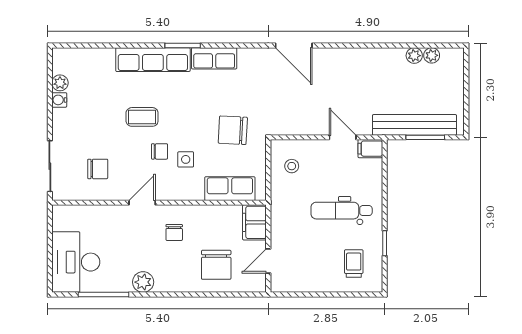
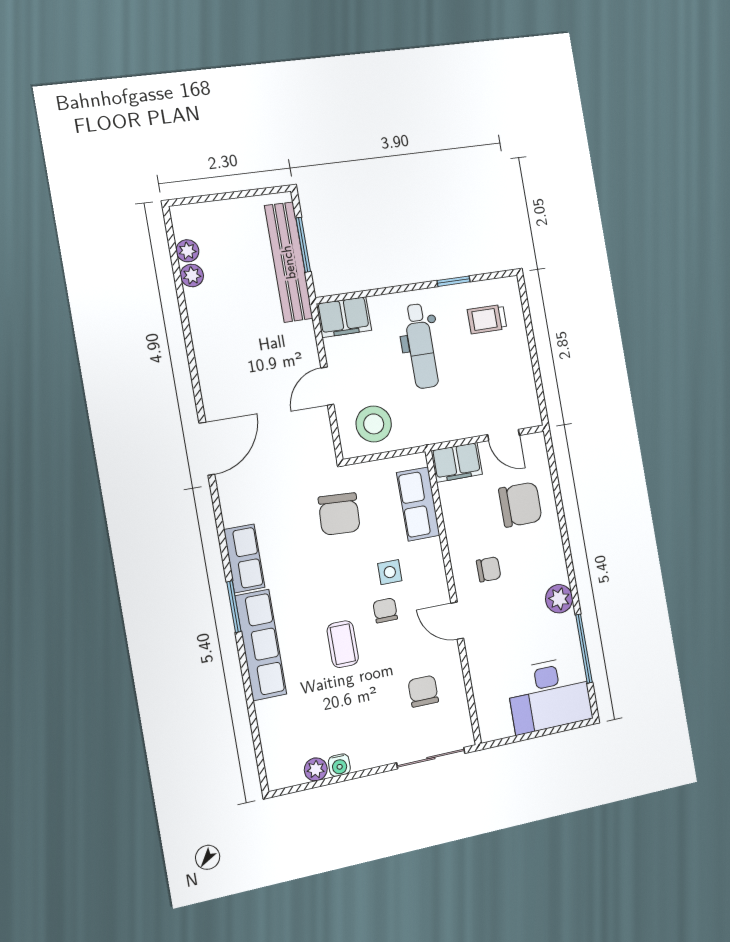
door: (343, 137) -> (327, 386), moved
filing cabinet: (370, 149) -> (344, 317), width x2.00
stool: (292, 166) -> (374, 424), width x1.89, depth x1.89

